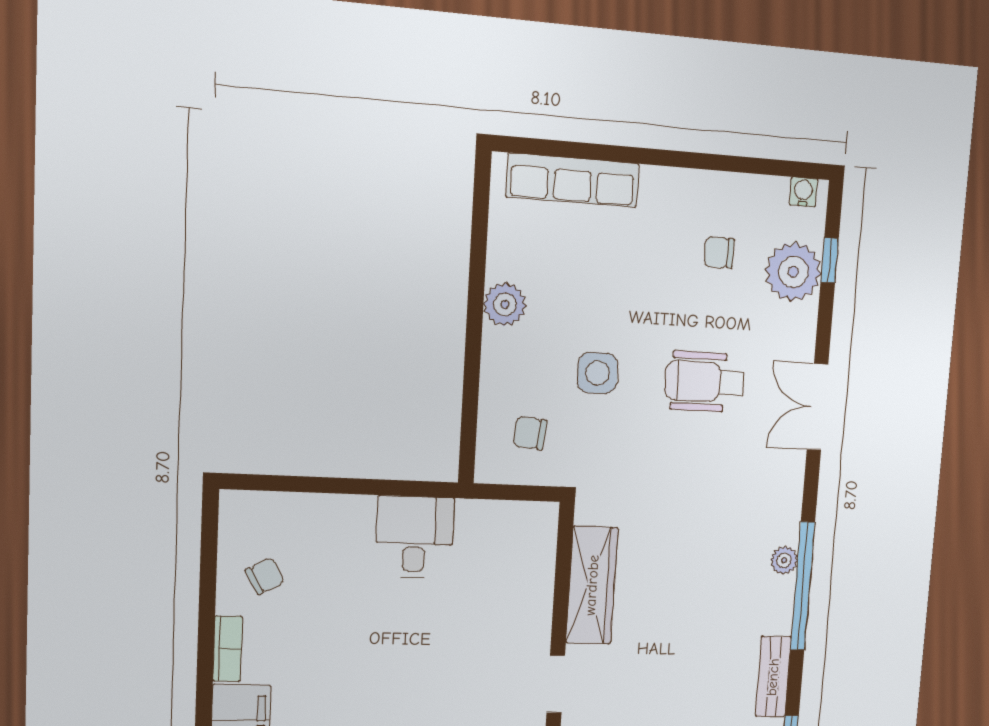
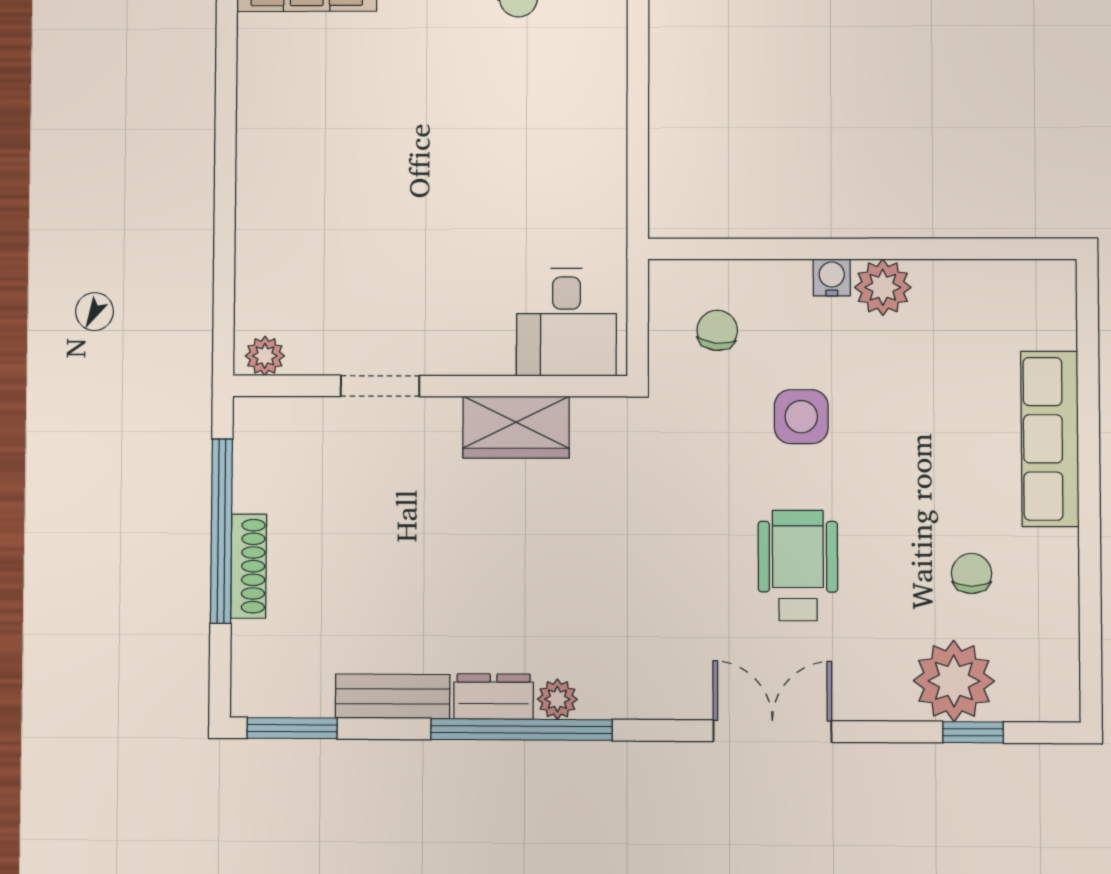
row of seats: (573, 180) -> (1050, 439), moved
water cooler: (803, 192) -> (832, 277), moved, turned -90
desk: (414, 537) -> (566, 322), moved, turned 90
wardrobe: (592, 585) -> (516, 427), width x0.67
dresser: (779, 605) -> (494, 696), added

